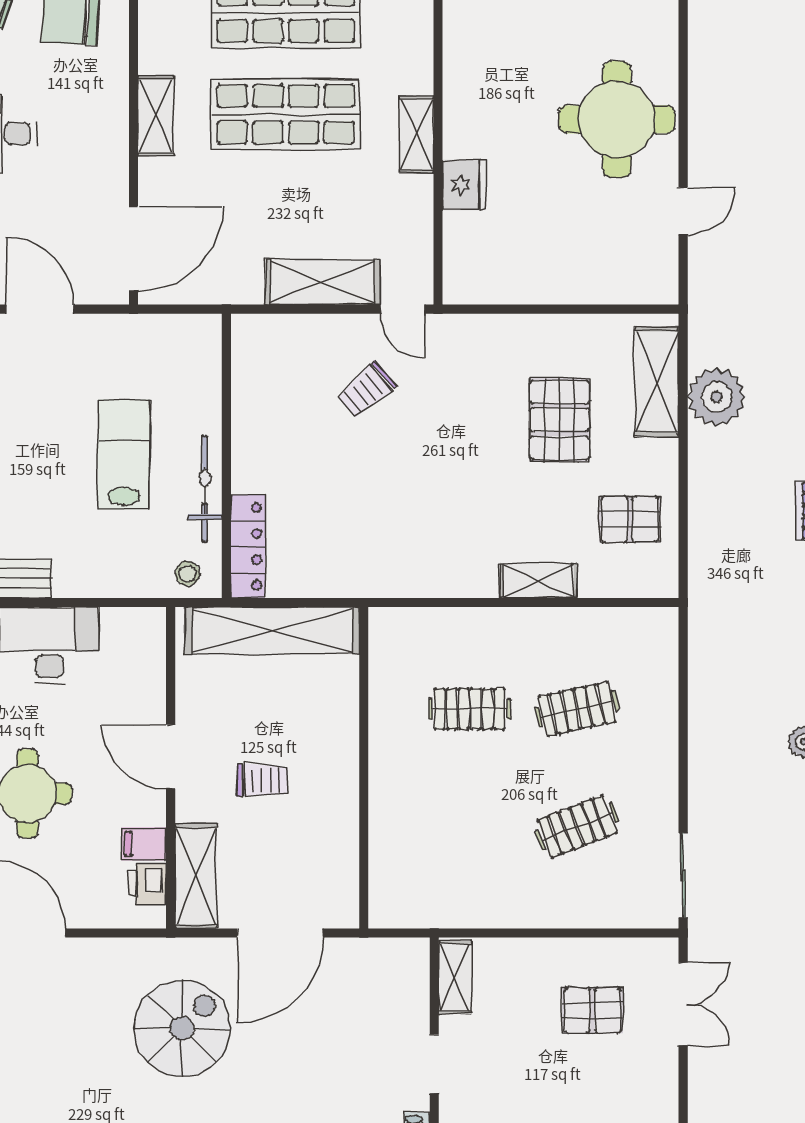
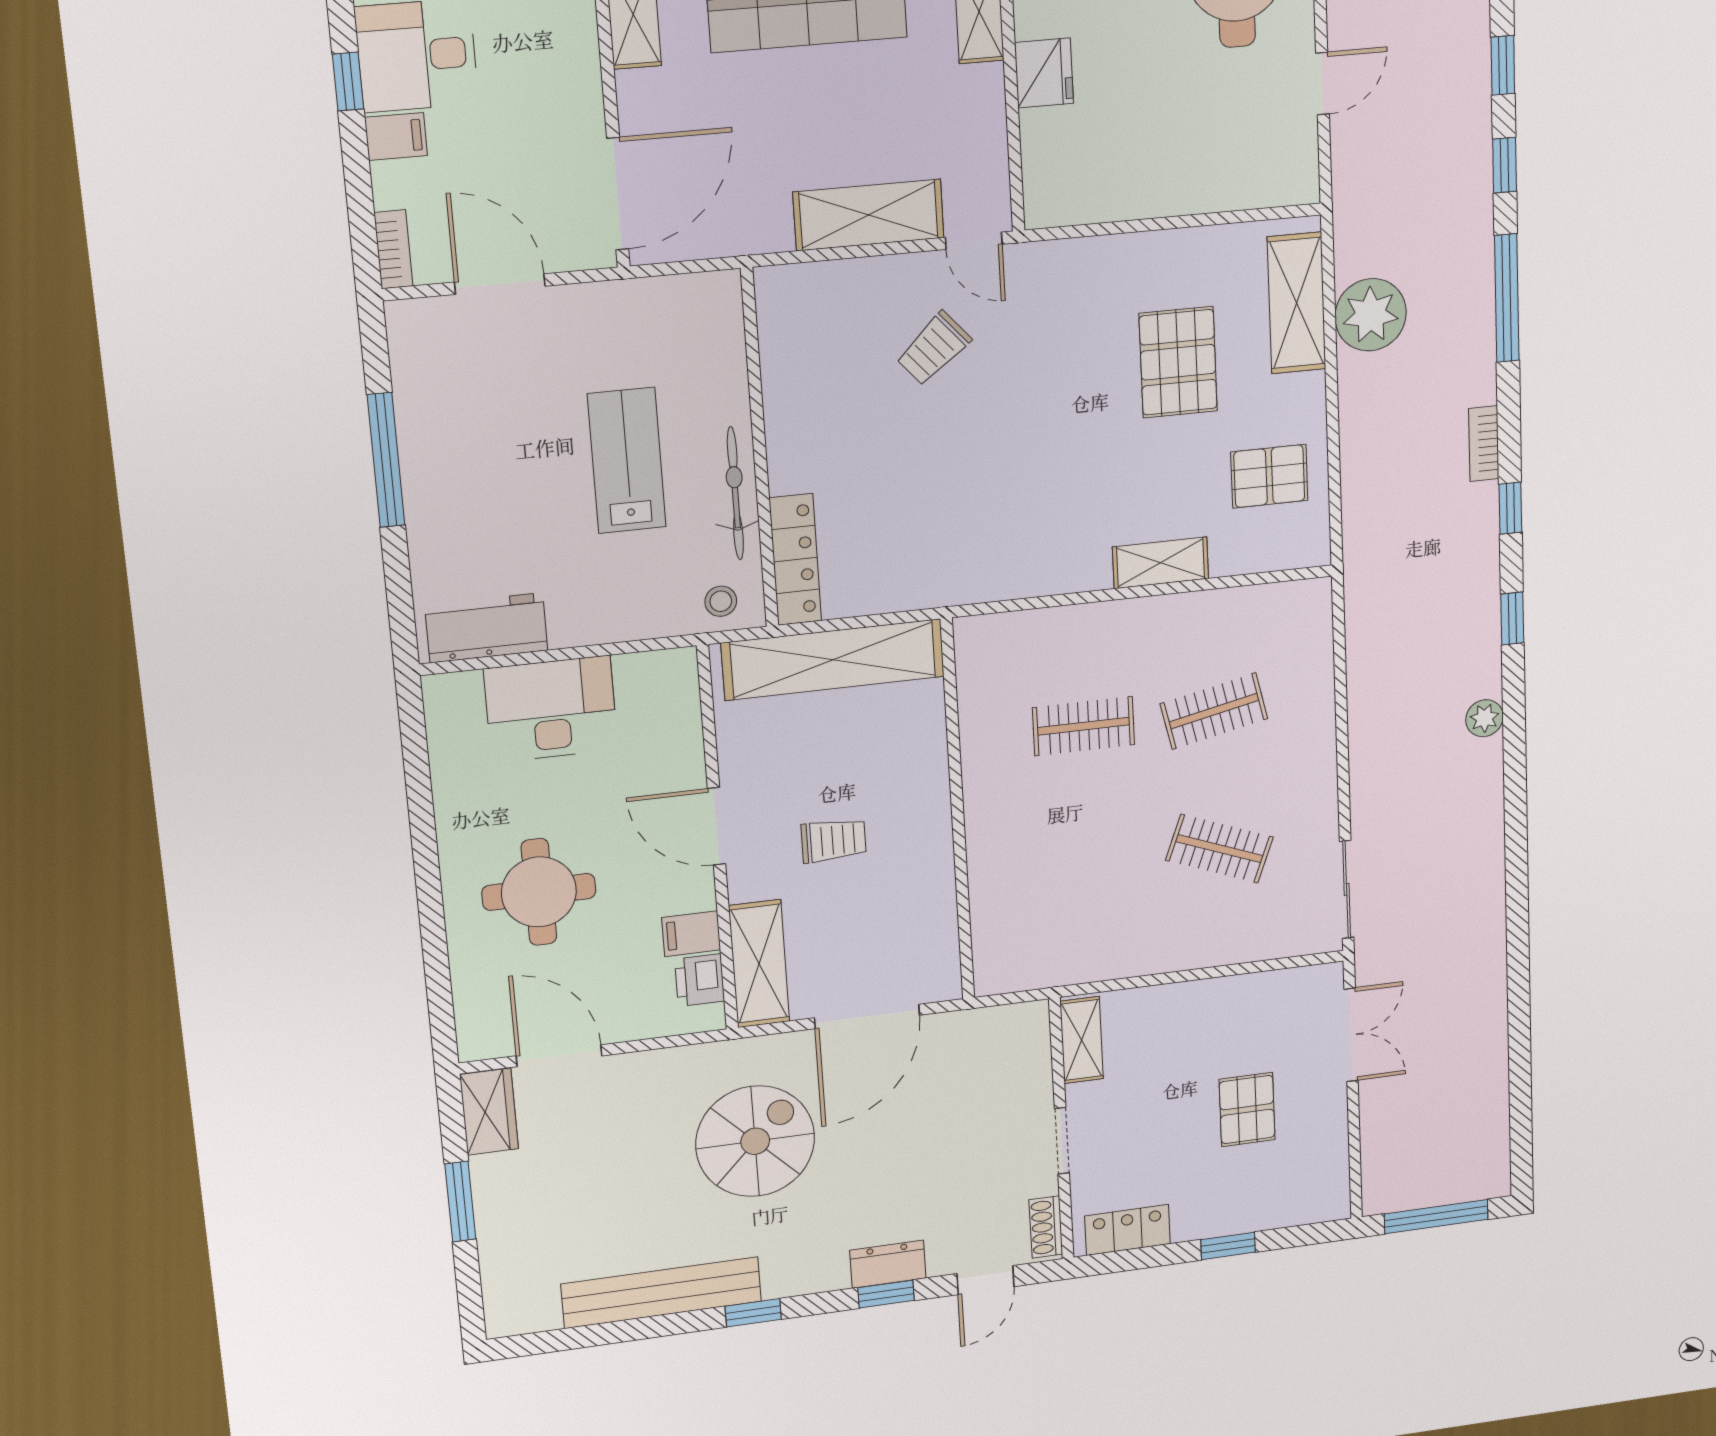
clothes rail: (577, 826) -> (1219, 849), turned 42
pallet: (592, 1010) -> (1247, 1110), moved, turned 90

